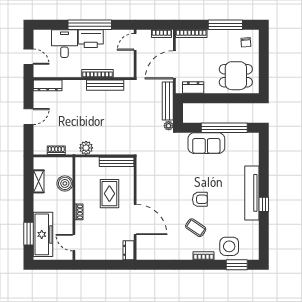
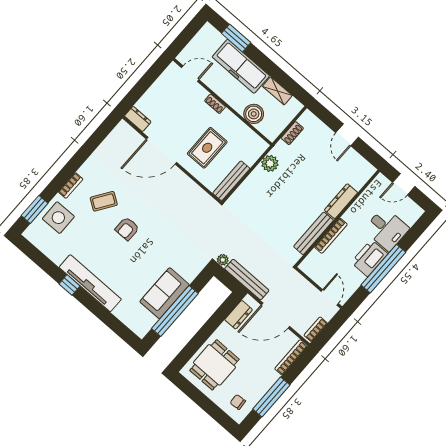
door: (174, 65) -> (276, 316), swing flipped
dresser: (48, 85) -> (341, 201), moved
sofa: (206, 143) -> (165, 293), moved
rug: (109, 194) -> (207, 148), turned 90
freezer: (43, 234) -> (241, 66), moved

